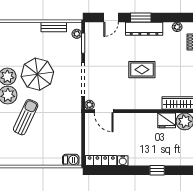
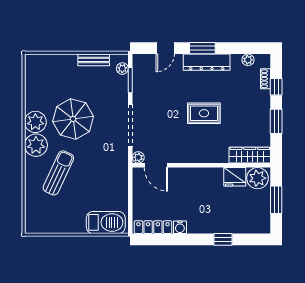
barbecue: (71, 160) -> (106, 222), width x1.88, depth x1.53

